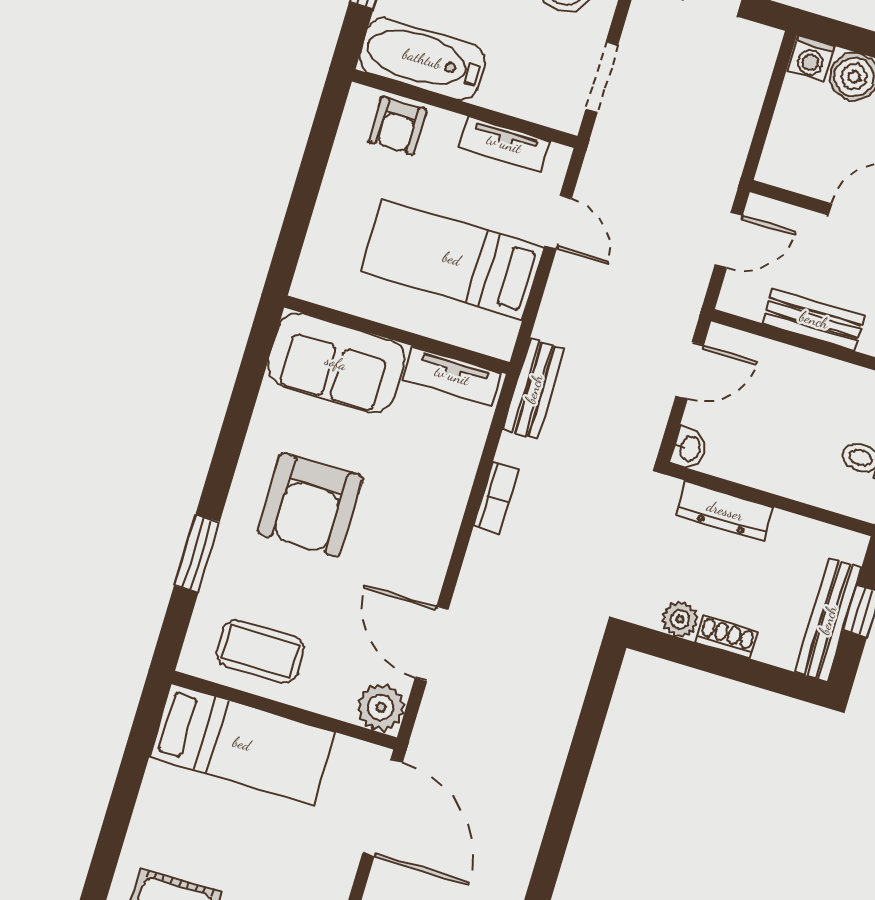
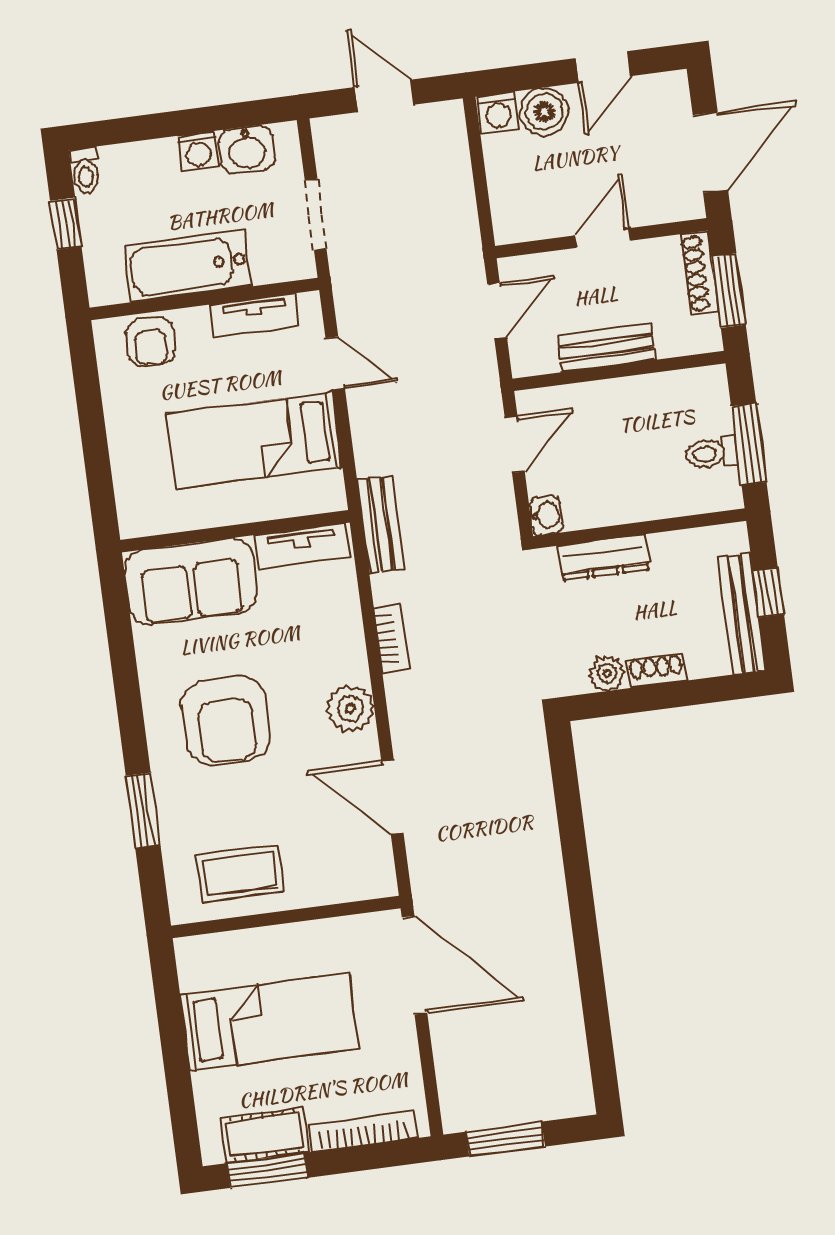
bathtub: (422, 59) -> (188, 266), moved
plant: (381, 707) -> (350, 708), moved
bed: (242, 744) -> (269, 1022), moved

